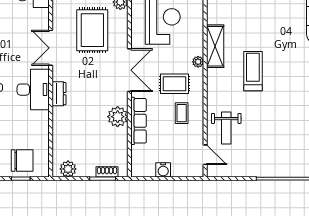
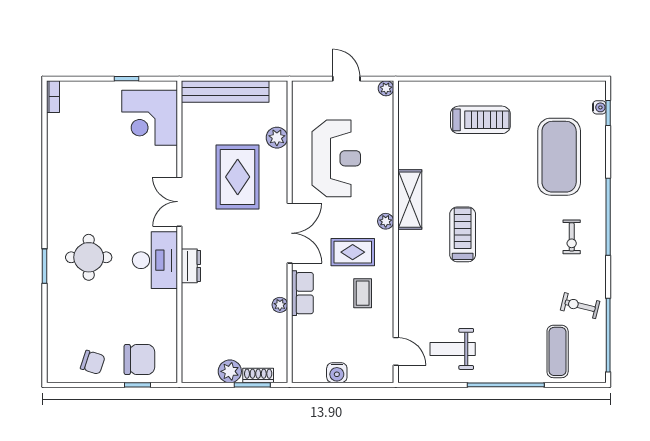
plant: (118, 117) -> (280, 305), width x0.53, depth x0.53
row of seats: (139, 121) -> (302, 293), width x0.68
weight bench: (226, 128) -> (453, 349), moved, turned 90
plant: (68, 169) -> (230, 371), moved

